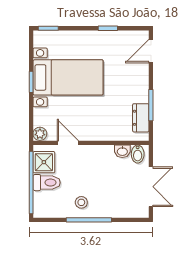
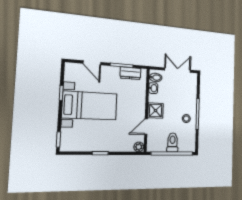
door: (151, 51) -> (92, 63), moved
bed with nightstands: (68, 77) -> (90, 106), moved, turned 90
shower: (44, 162) -> (155, 111), moved

